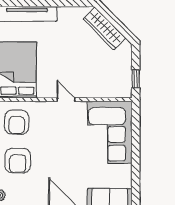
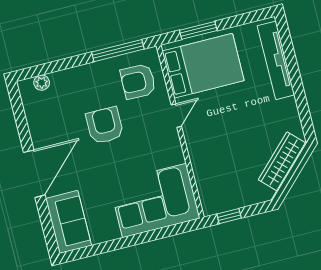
door: (66, 100) -> (176, 116), moved
armchair: (18, 160) -> (105, 125), moved, turned 90

